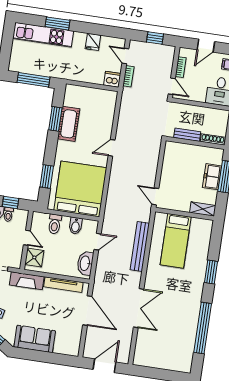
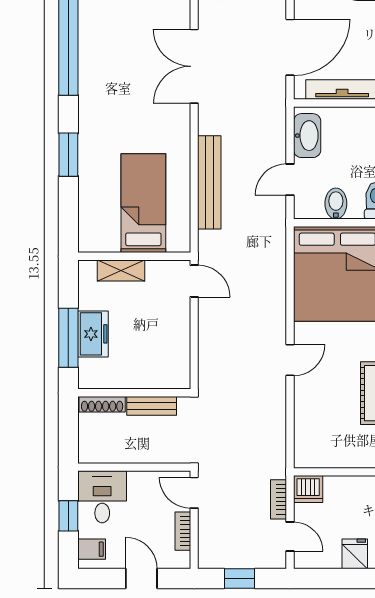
door: (206, 46) -> (141, 579), hinge flipped
shelving: (203, 209) -> (121, 270), moved
door: (87, 311) -> (290, 47), swing flipped

